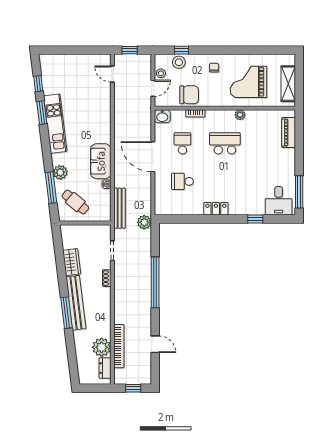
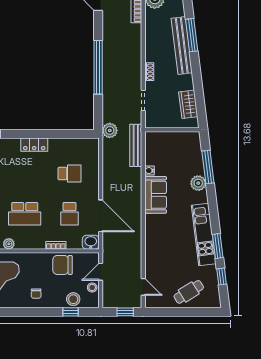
door: (153, 157) -> (101, 216), moved
cafe table: (75, 202) -> (189, 292), moved, turned -72
wardrobe: (72, 262) -> (188, 104), moved

